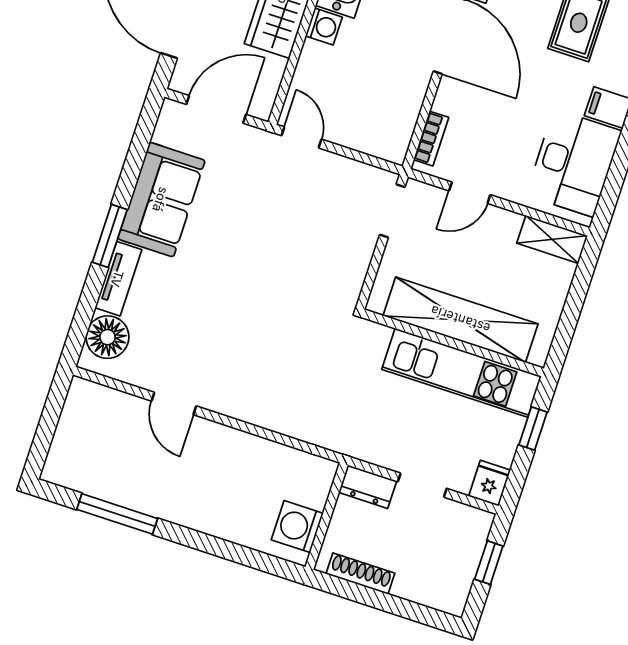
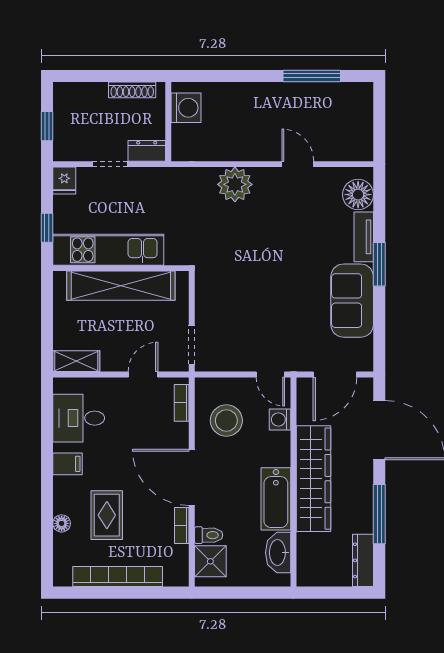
washing machine: (324, 27) -> (280, 420), moved
stool: (380, 96) -> (226, 421), added
desk: (574, 163) -> (79, 418), width x0.73
plant: (266, 404) -> (235, 184), added

